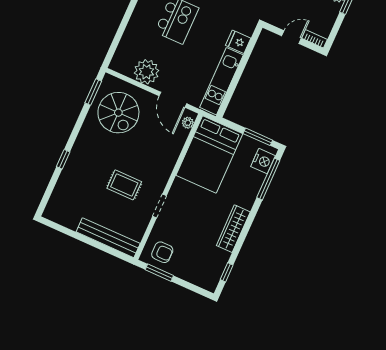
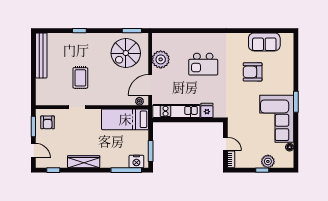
bed: (209, 154) -> (125, 119), width x0.67
bench: (108, 238) -> (41, 55), moved
door: (190, 286) -> (33, 151), added

